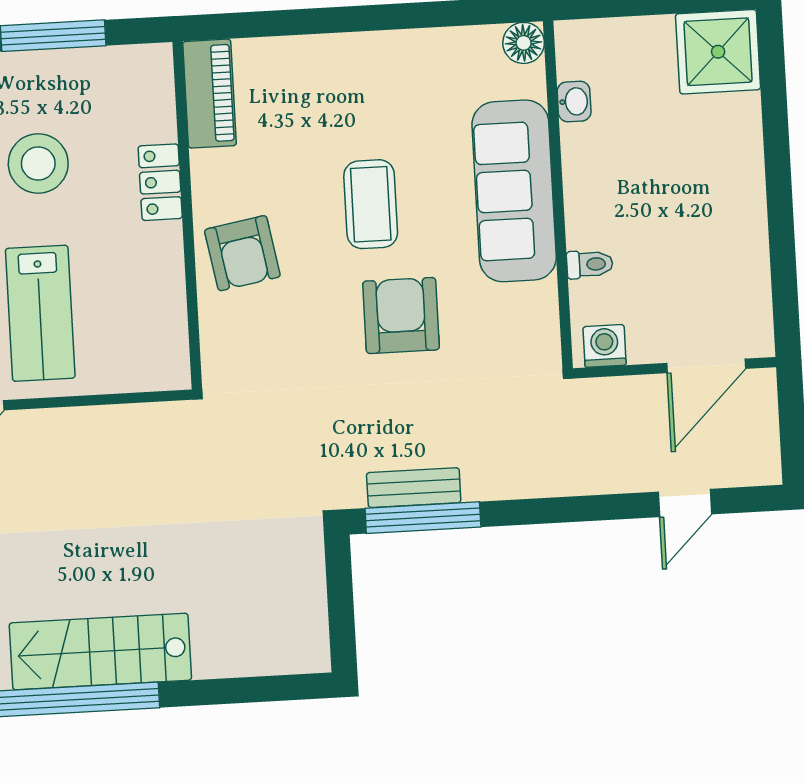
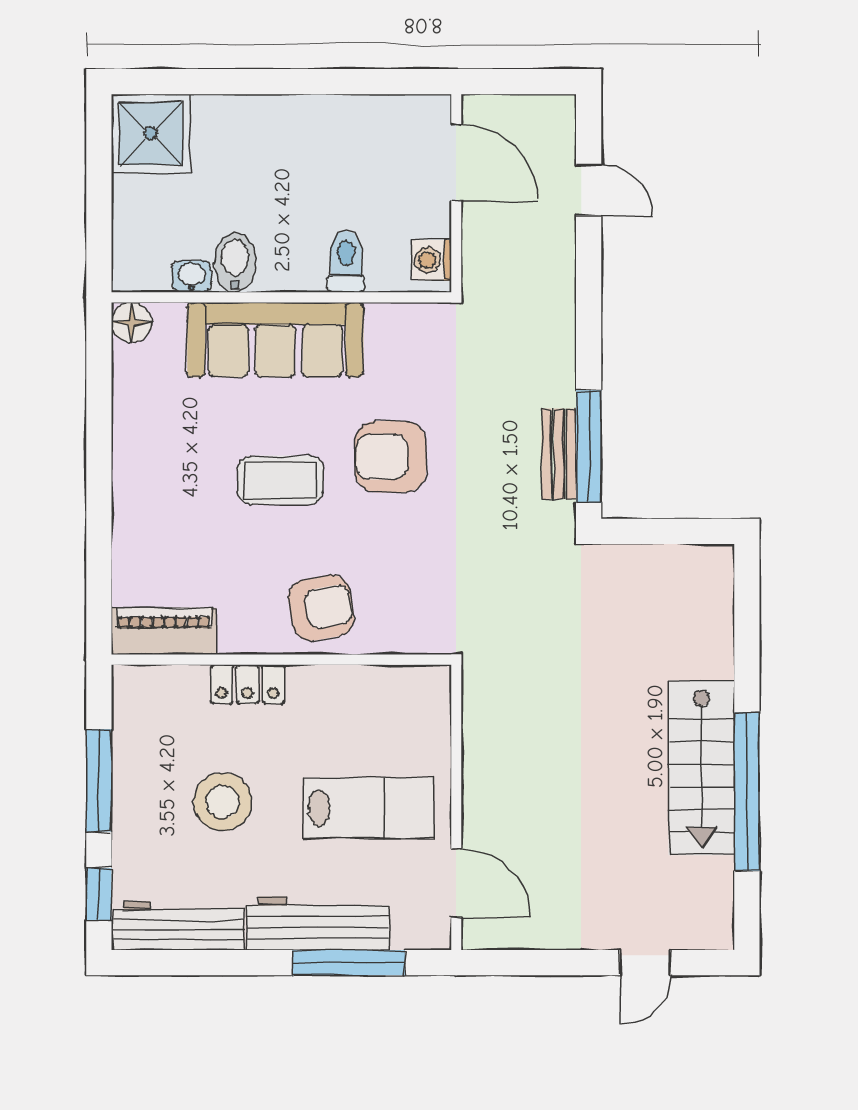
bidet: (591, 145) -> (235, 262), added
toilet: (590, 264) -> (346, 262), width x1.37, depth x1.39

